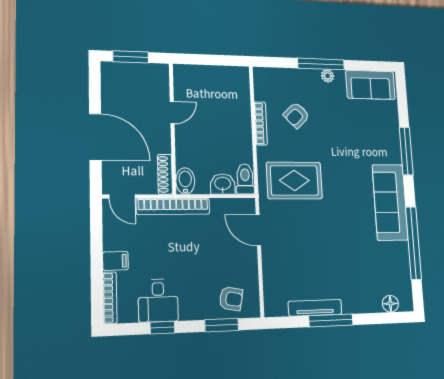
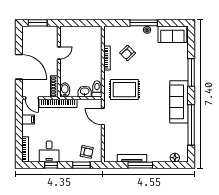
filing cabinet: (115, 261) -> (28, 119), moved

